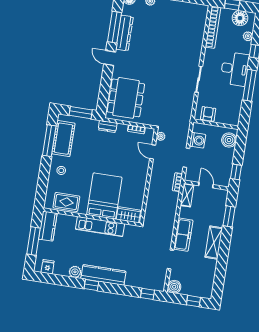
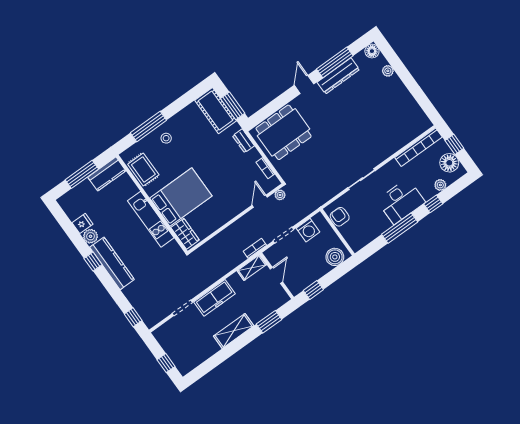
armchair: (208, 114) -> (340, 217), turned -90
cot: (63, 139) -> (216, 111), moved, turned 90
window: (49, 141) -> (148, 126), moved
fridge: (48, 267) -> (82, 223), moved
boiler: (174, 287) -> (162, 334), removed

